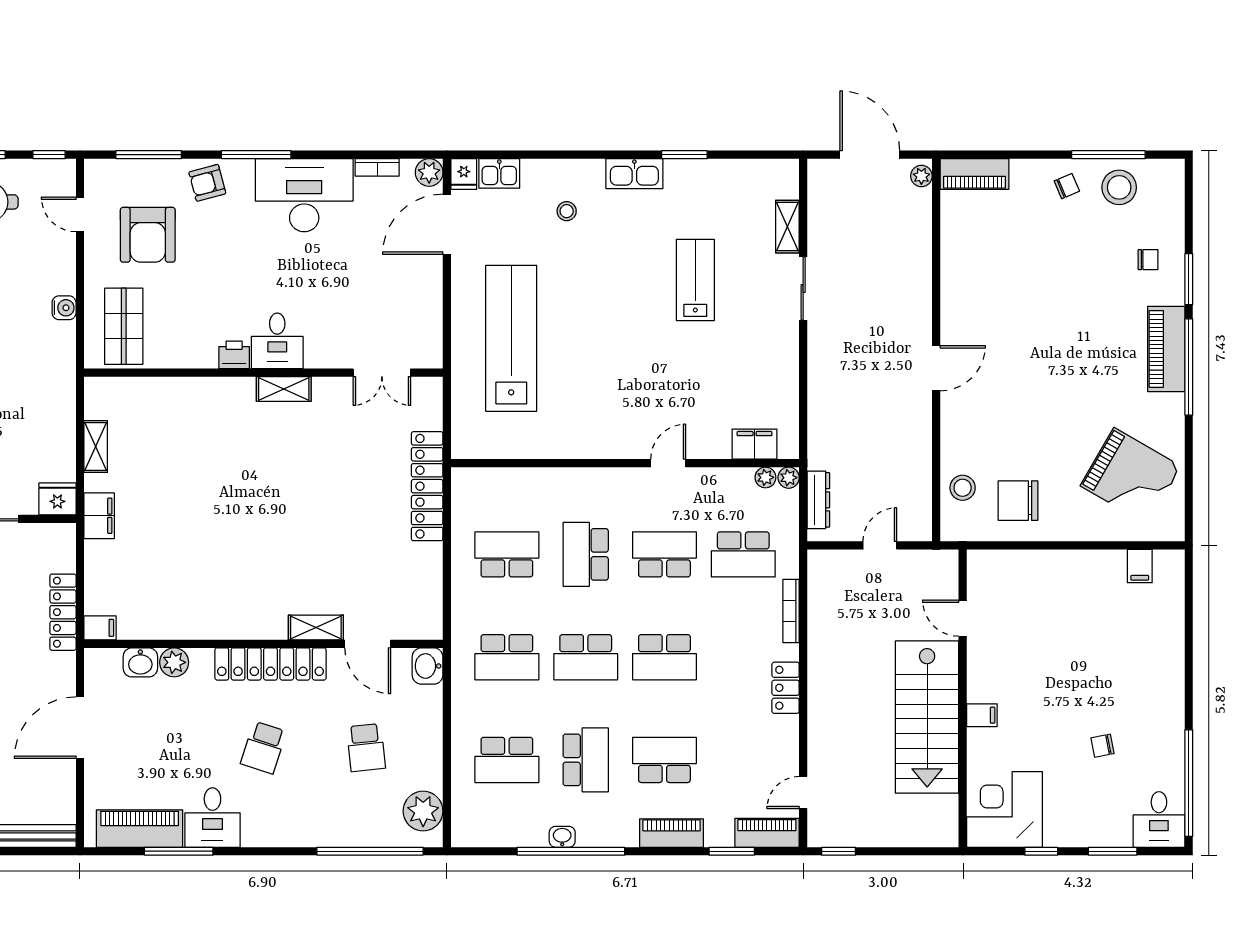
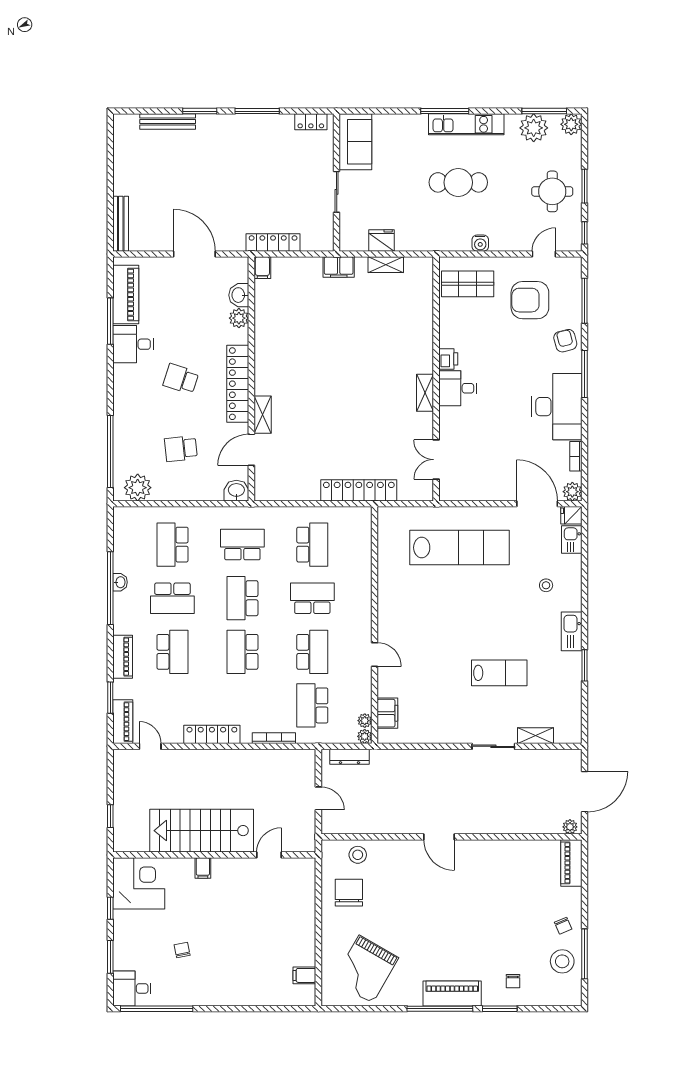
fridge: (57, 499) -> (381, 240), moved, turned -90
school desk: (507, 657) -> (242, 545), turned 90
locker: (786, 688) -> (212, 734), width x1.53
window: (839, 851) -> (110, 816), moved

